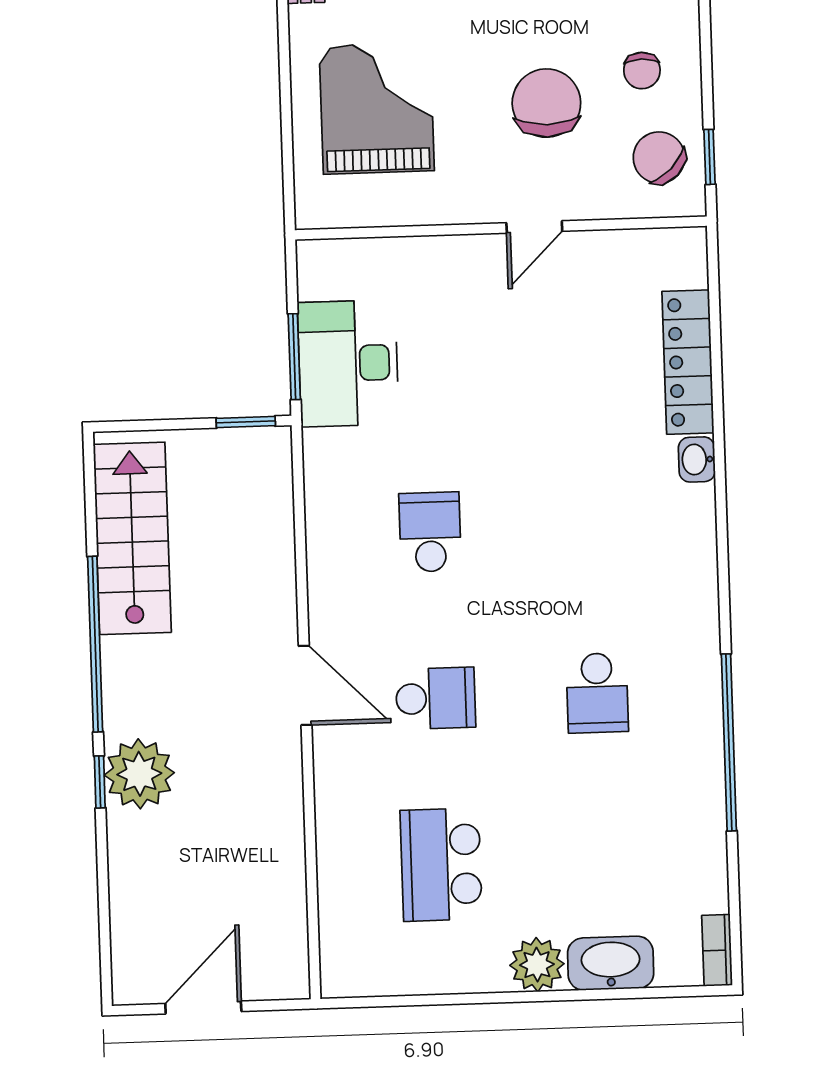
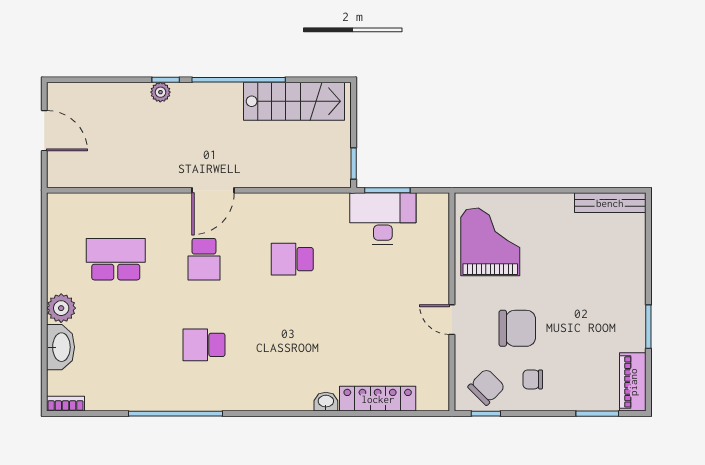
grand piano: (377, 108) -> (490, 242), moved, turned -90
school desk: (430, 532) -> (292, 259), turned 180
plant: (139, 774) -> (160, 92), width x0.53, depth x0.53

